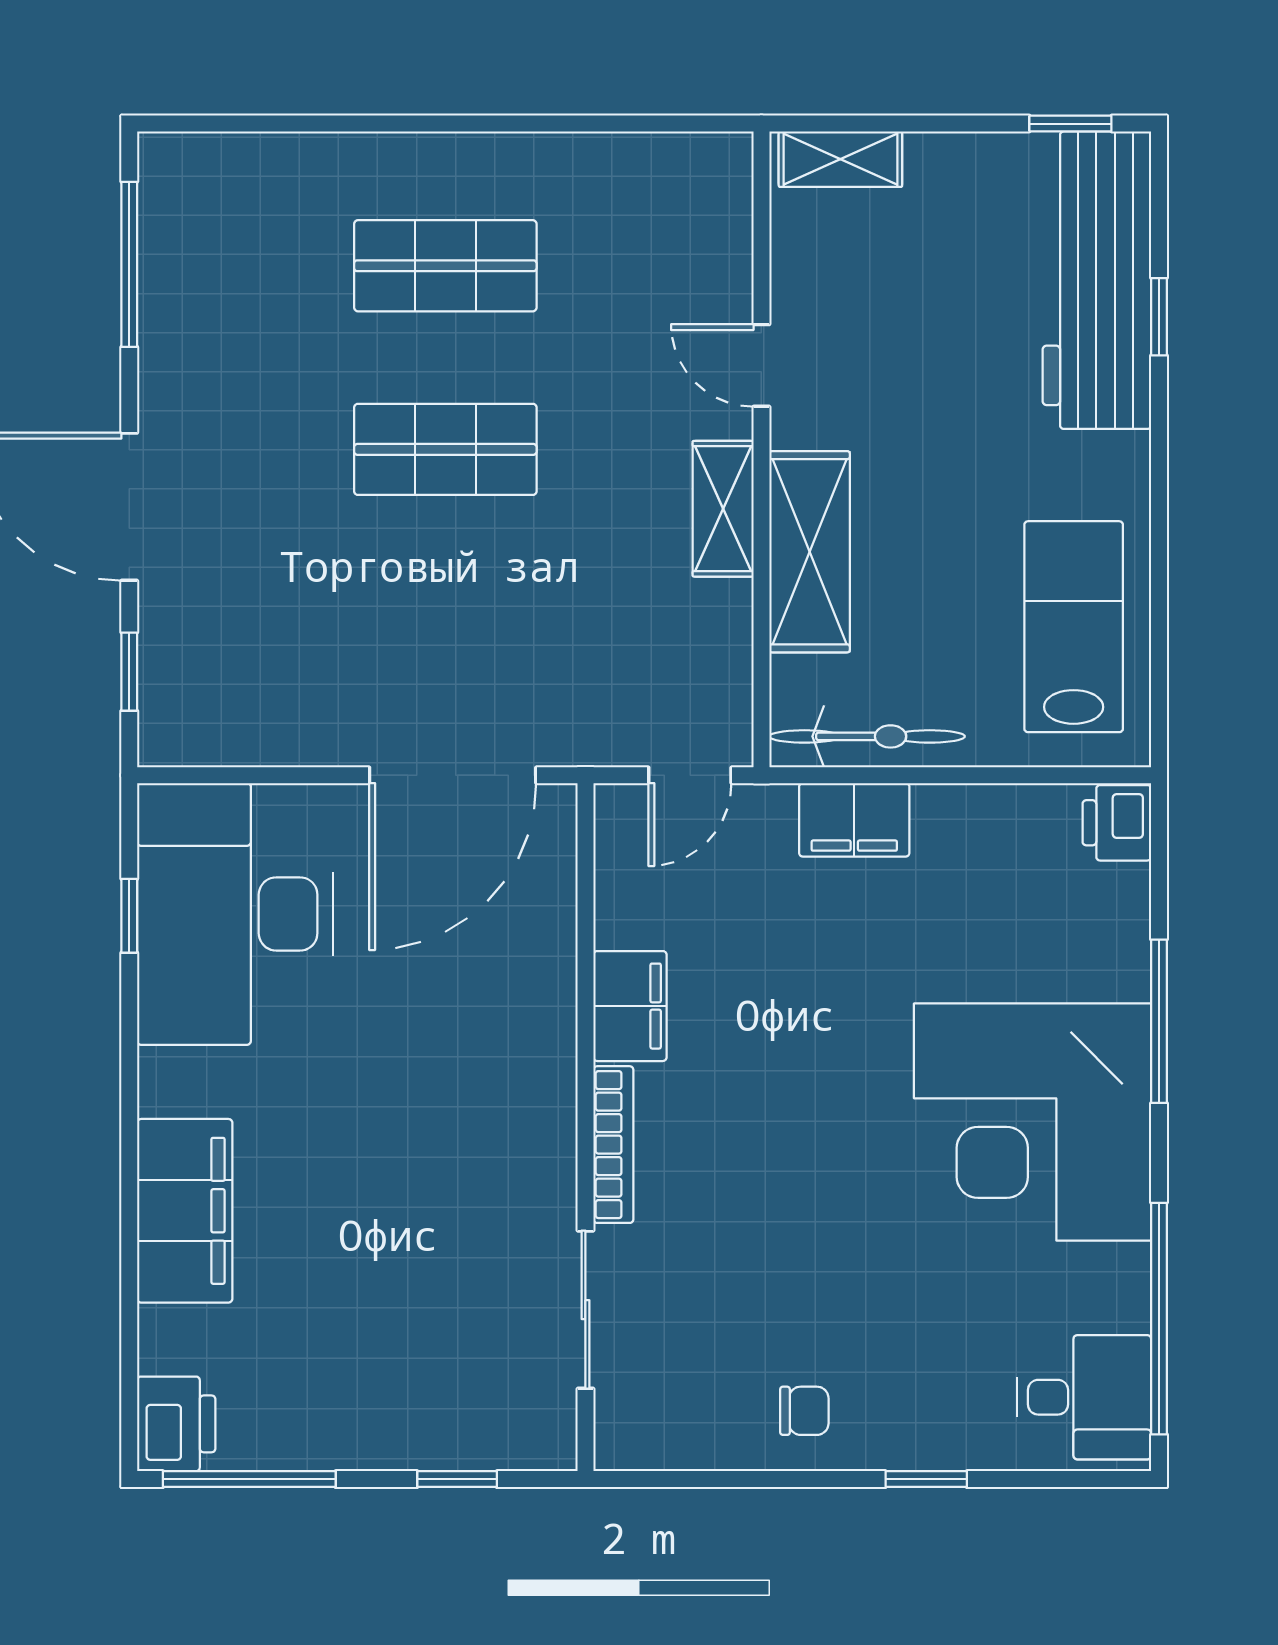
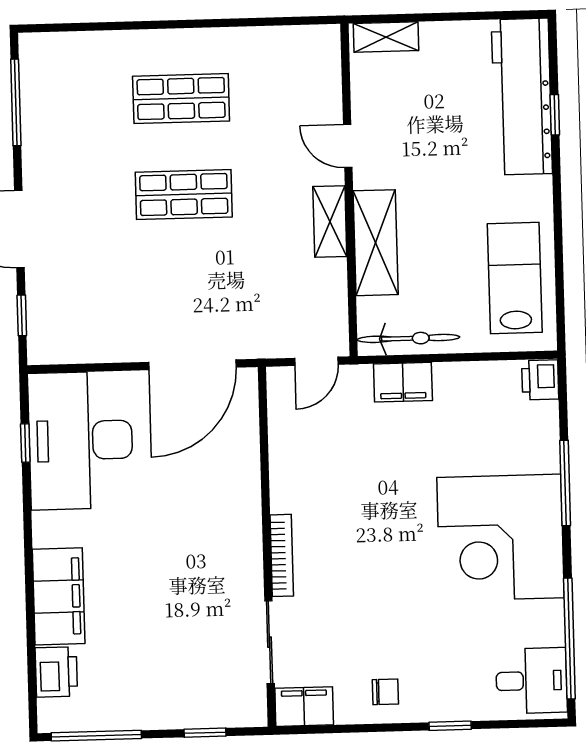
window: (1070, 124) -> (506, 15), removed
filing cabinet: (630, 1006) -> (304, 707), moved, turned -90
printer: (176, 1424) -> (56, 672), moved

